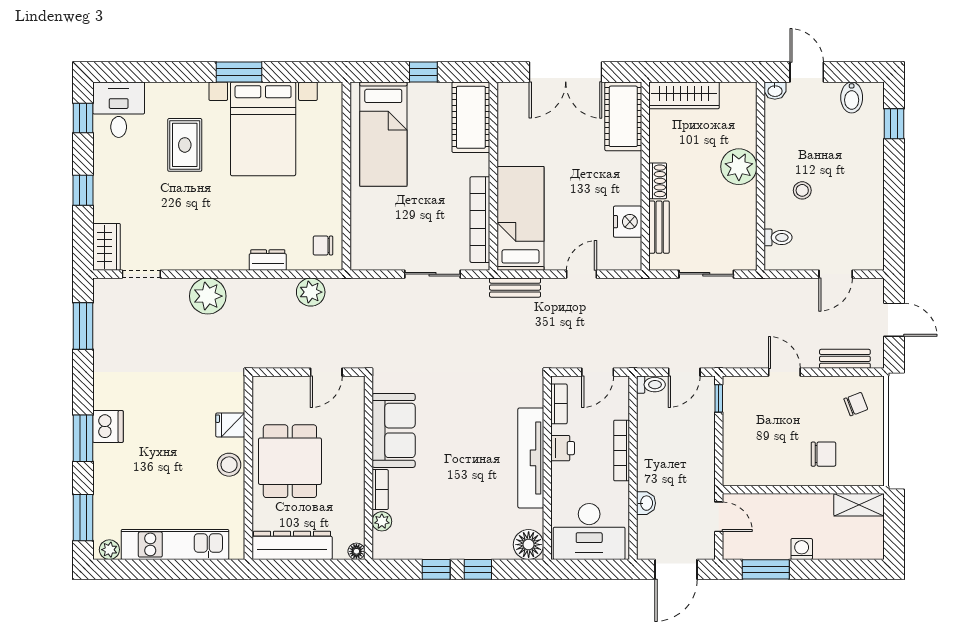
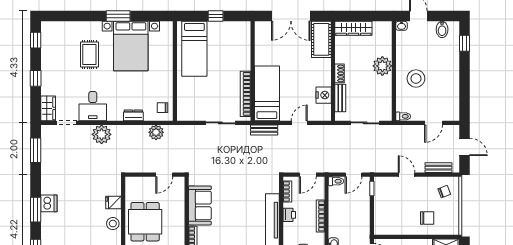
desk: (119, 110) -> (93, 106), moved, turned 180
cot: (471, 117) -> (241, 40), removed
stool: (802, 190) -> (416, 79), width x1.89, depth x1.89
toilet: (778, 237) -> (403, 116), moved

